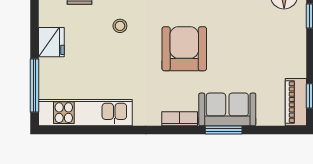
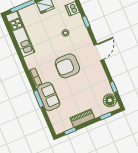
armchair: (184, 49) -> (67, 66), turned 180
piano: (296, 102) -> (82, 118), moved

